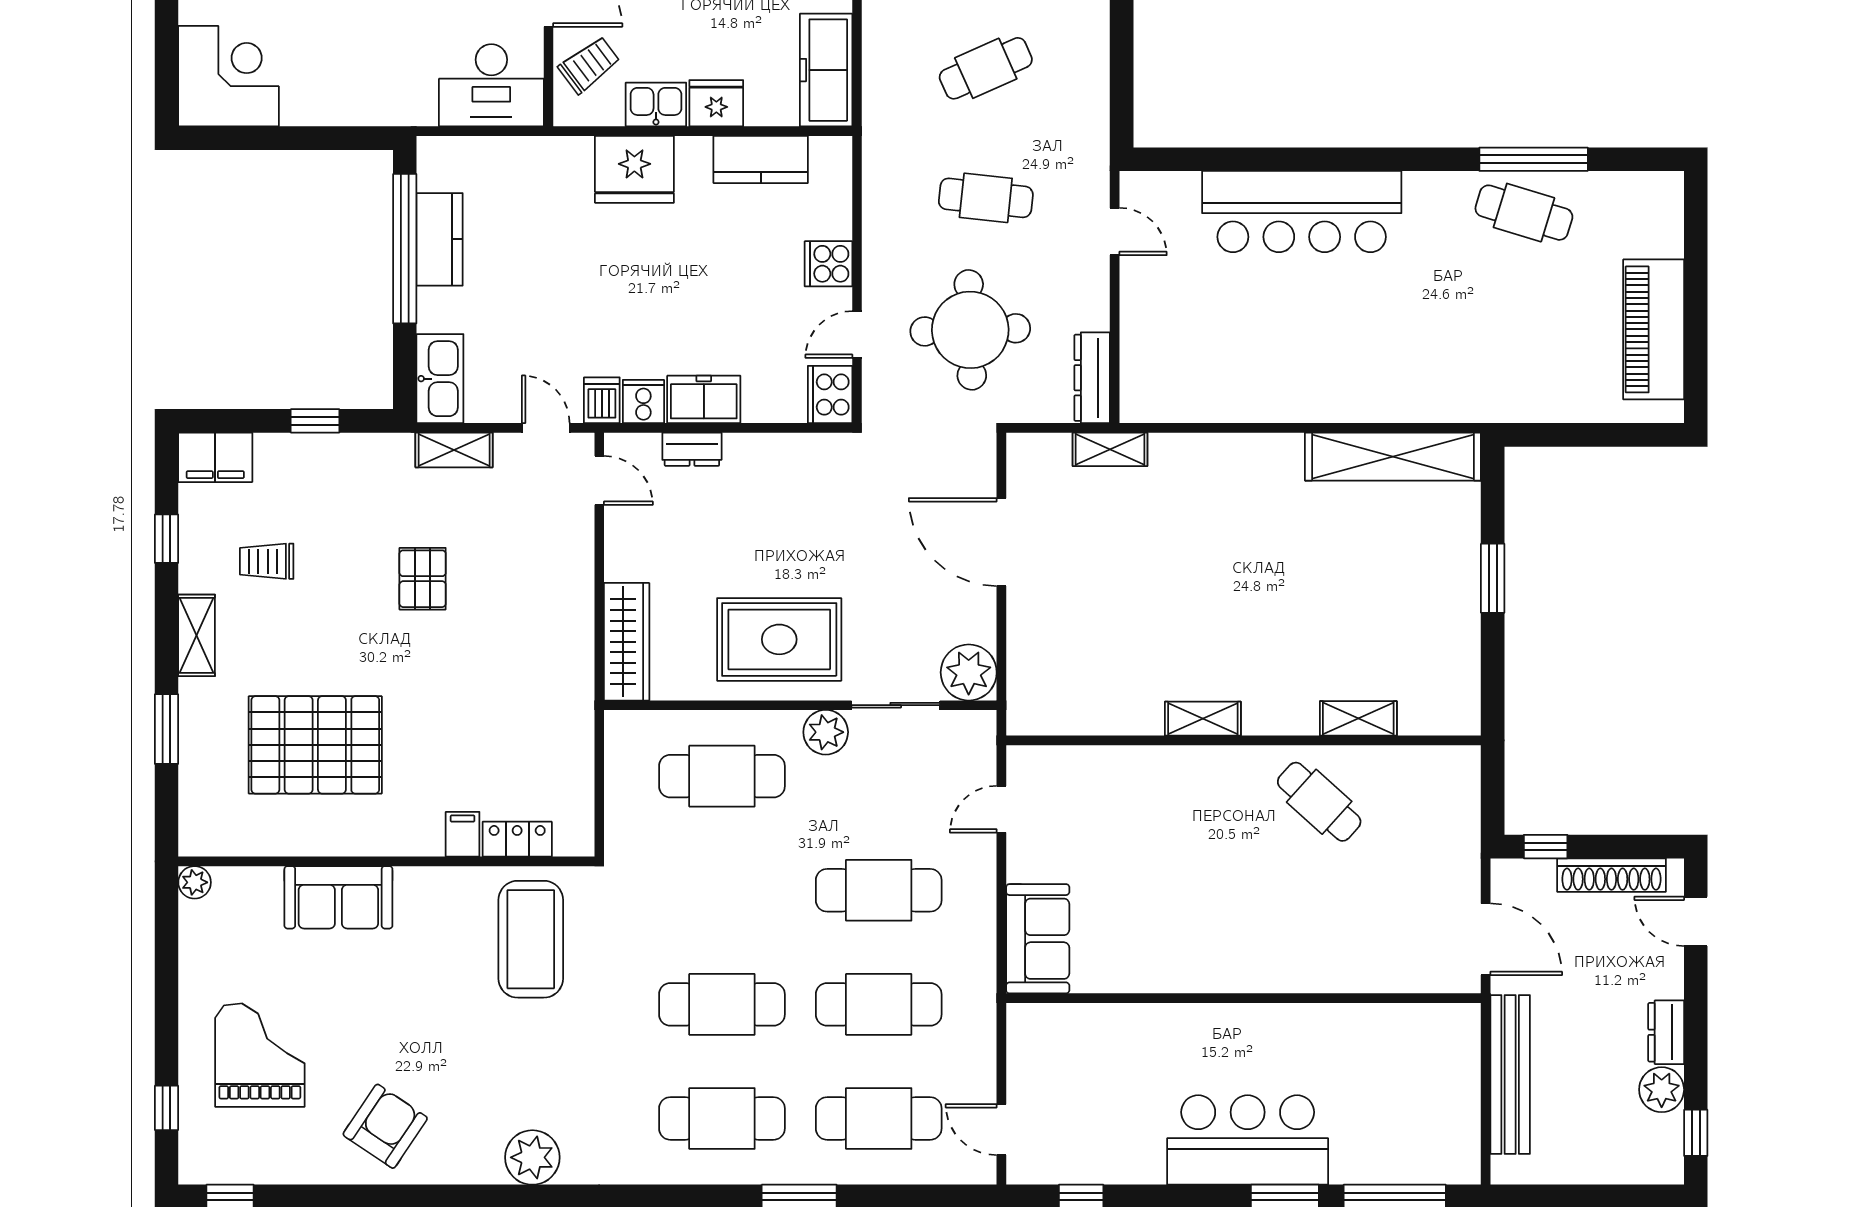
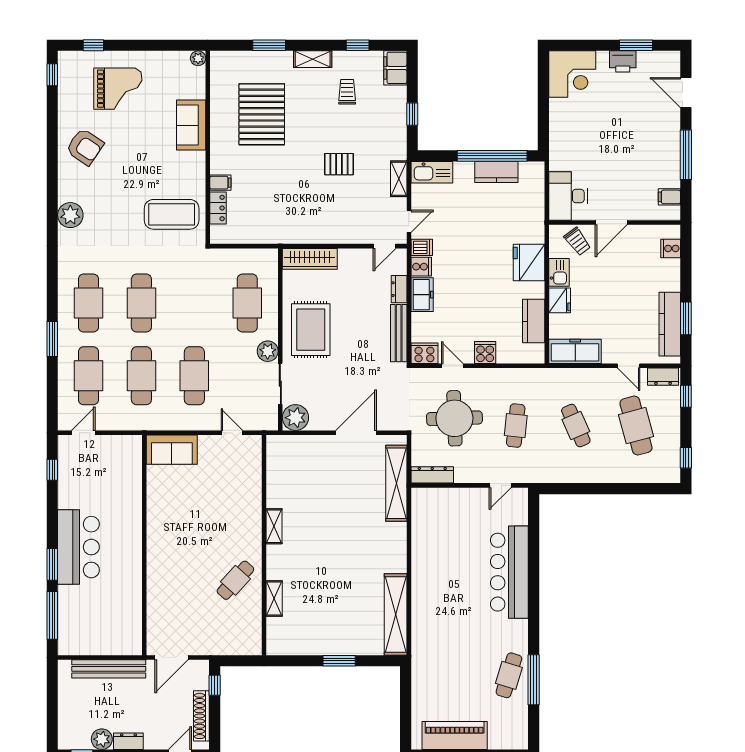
shelving: (1110, 449) -> (396, 483), width x2.20, depth x1.33
bench: (787, 450) -> (399, 333), added

